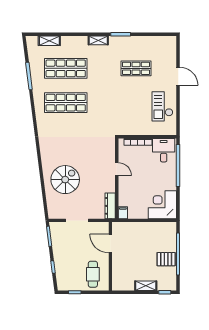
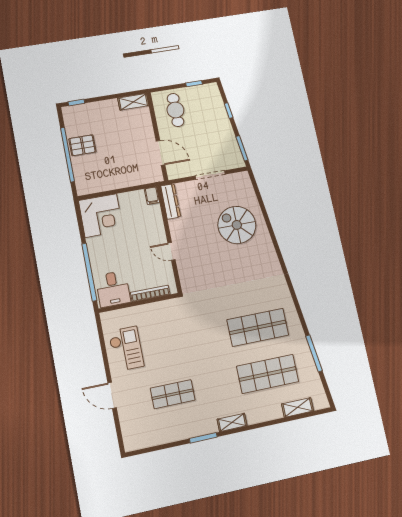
spiral stairs: (65, 180) -> (237, 225), turned 90
shelving: (146, 286) -> (133, 102), moved

